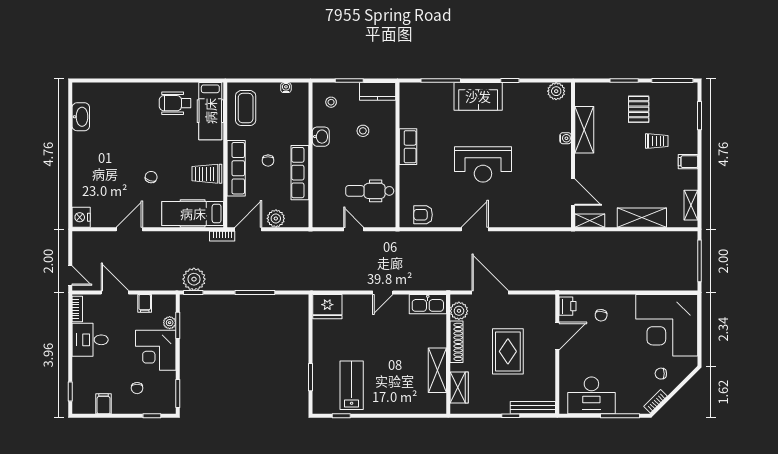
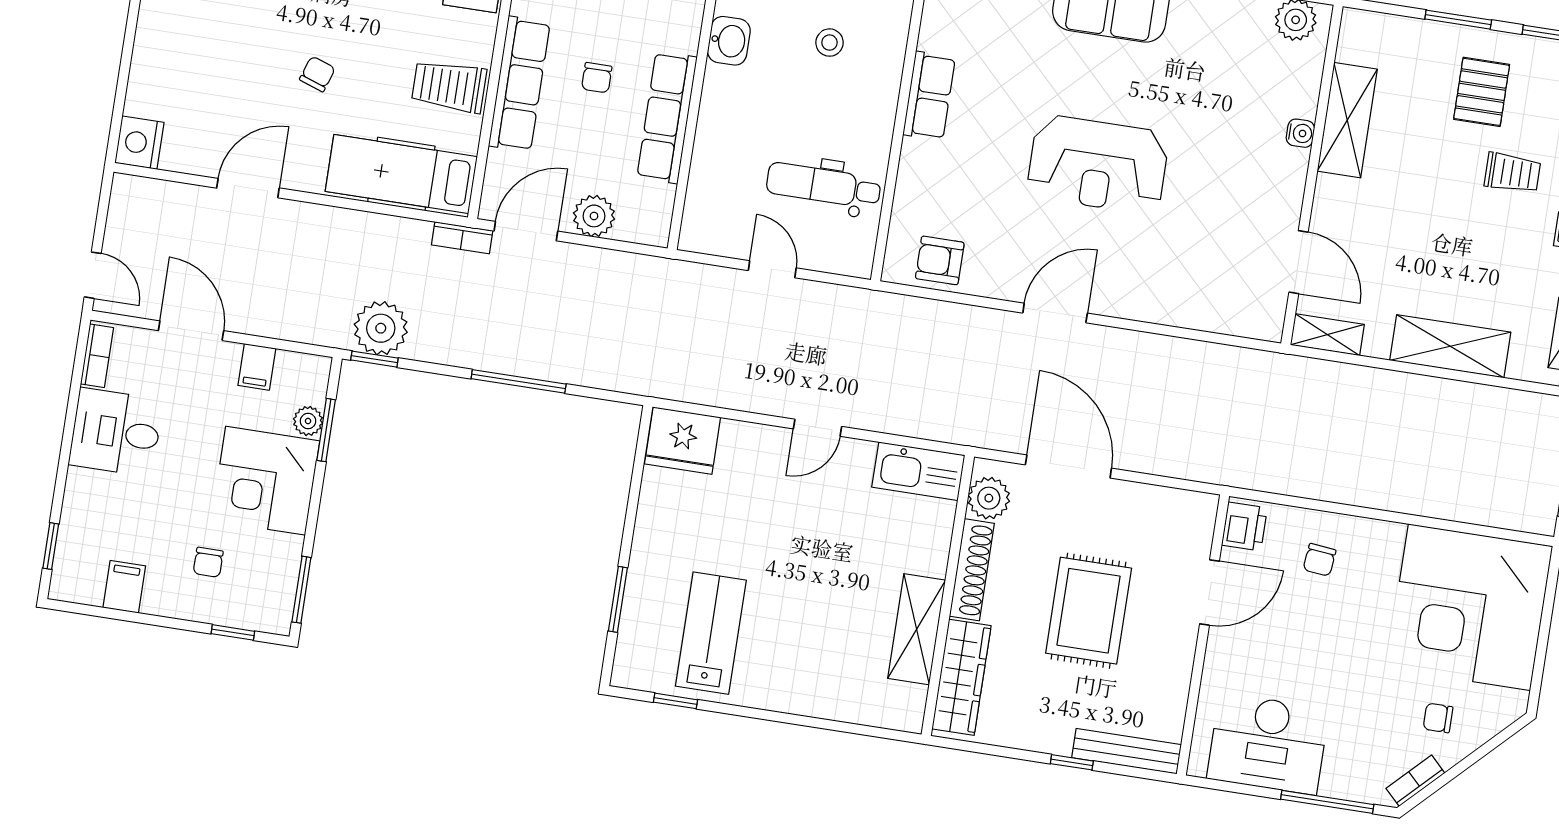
wardrobe: (459, 387) -> (961, 677), width x1.50

